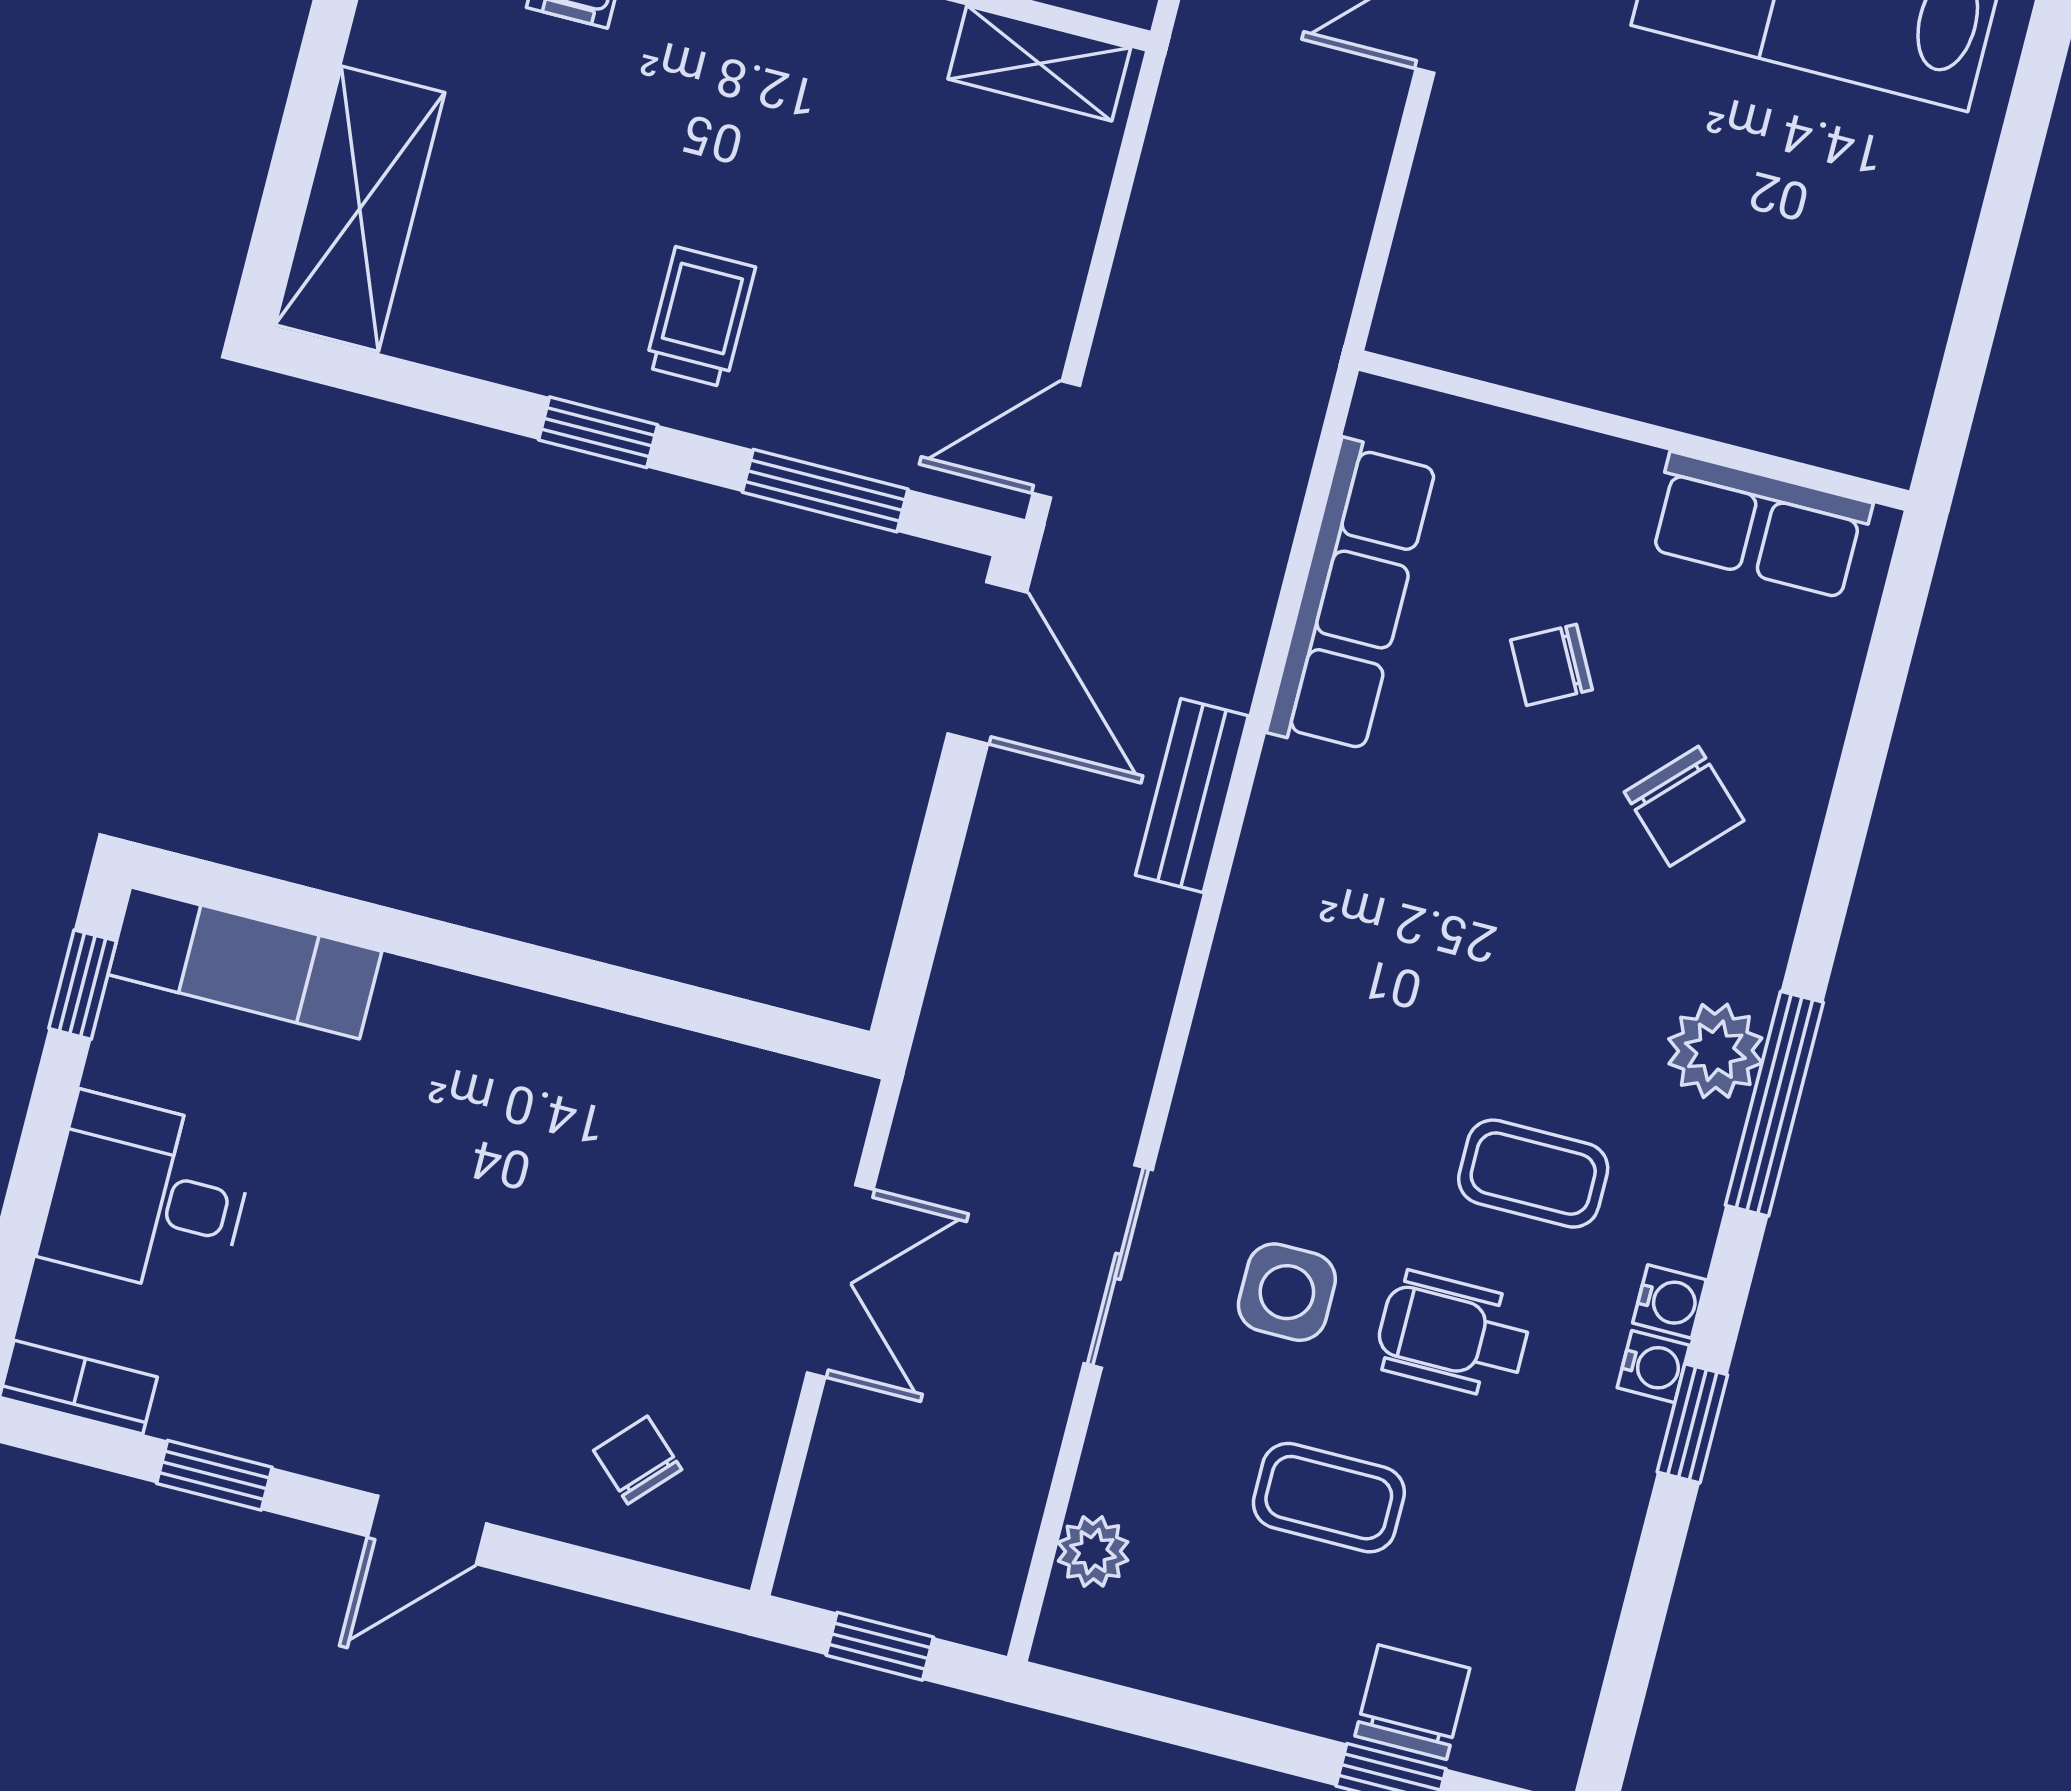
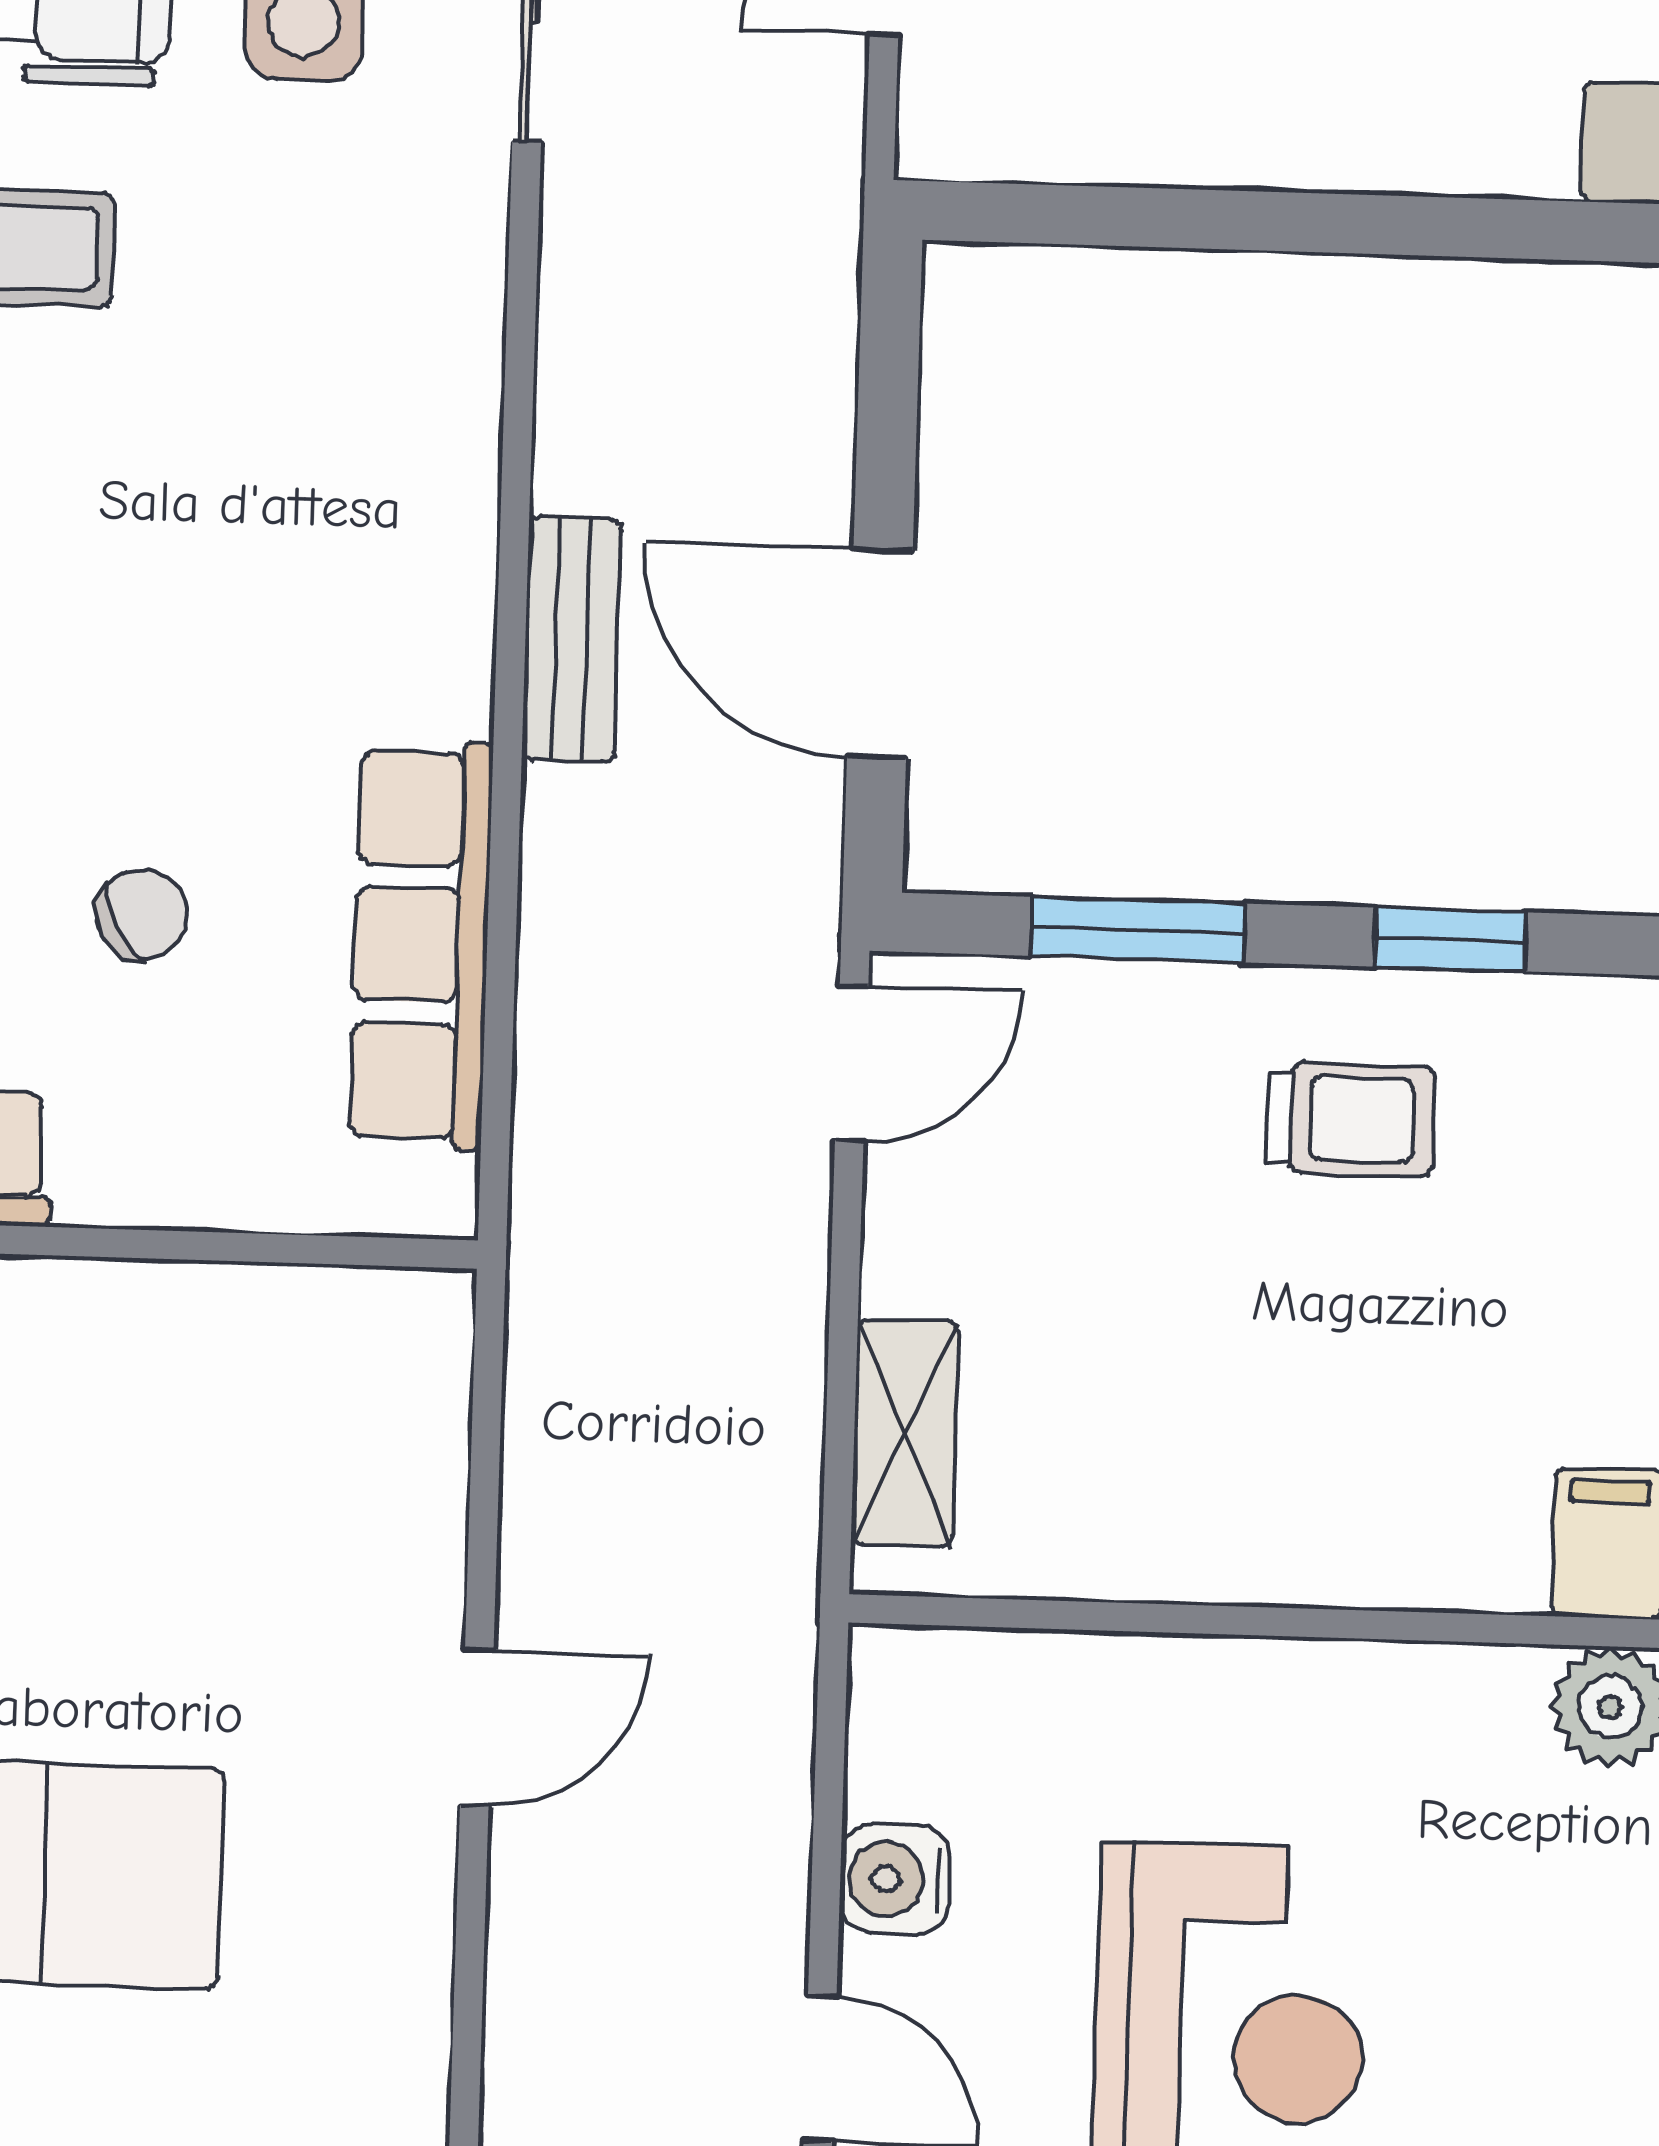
shelving: (1039, 63) -> (905, 1433), moved, turned 90
trolley: (700, 317) -> (1351, 1119), turned -90
door: (987, 663) -> (880, 654), moved

